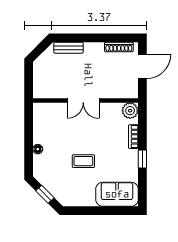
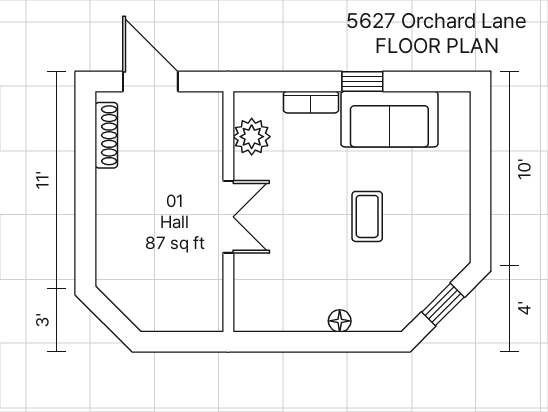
bench: (68, 48) -> (108, 250), removed
plant: (130, 111) -> (252, 137), moved
sofa: (117, 194) -> (389, 119), moved, turned -90

